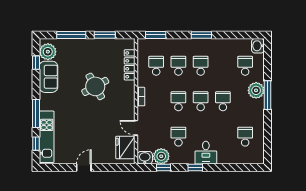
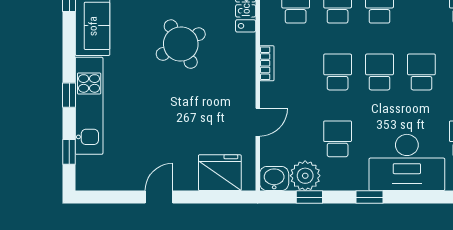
window: (36, 113) -> (69, 95), width x0.46
door: (136, 128) -> (258, 122), swing flipped
kitchen unit: (47, 137) -> (89, 106), moved
fridge: (125, 148) -> (220, 173), moved, turned 90
desk: (206, 153) -> (407, 162), width x1.87, depth x1.30

